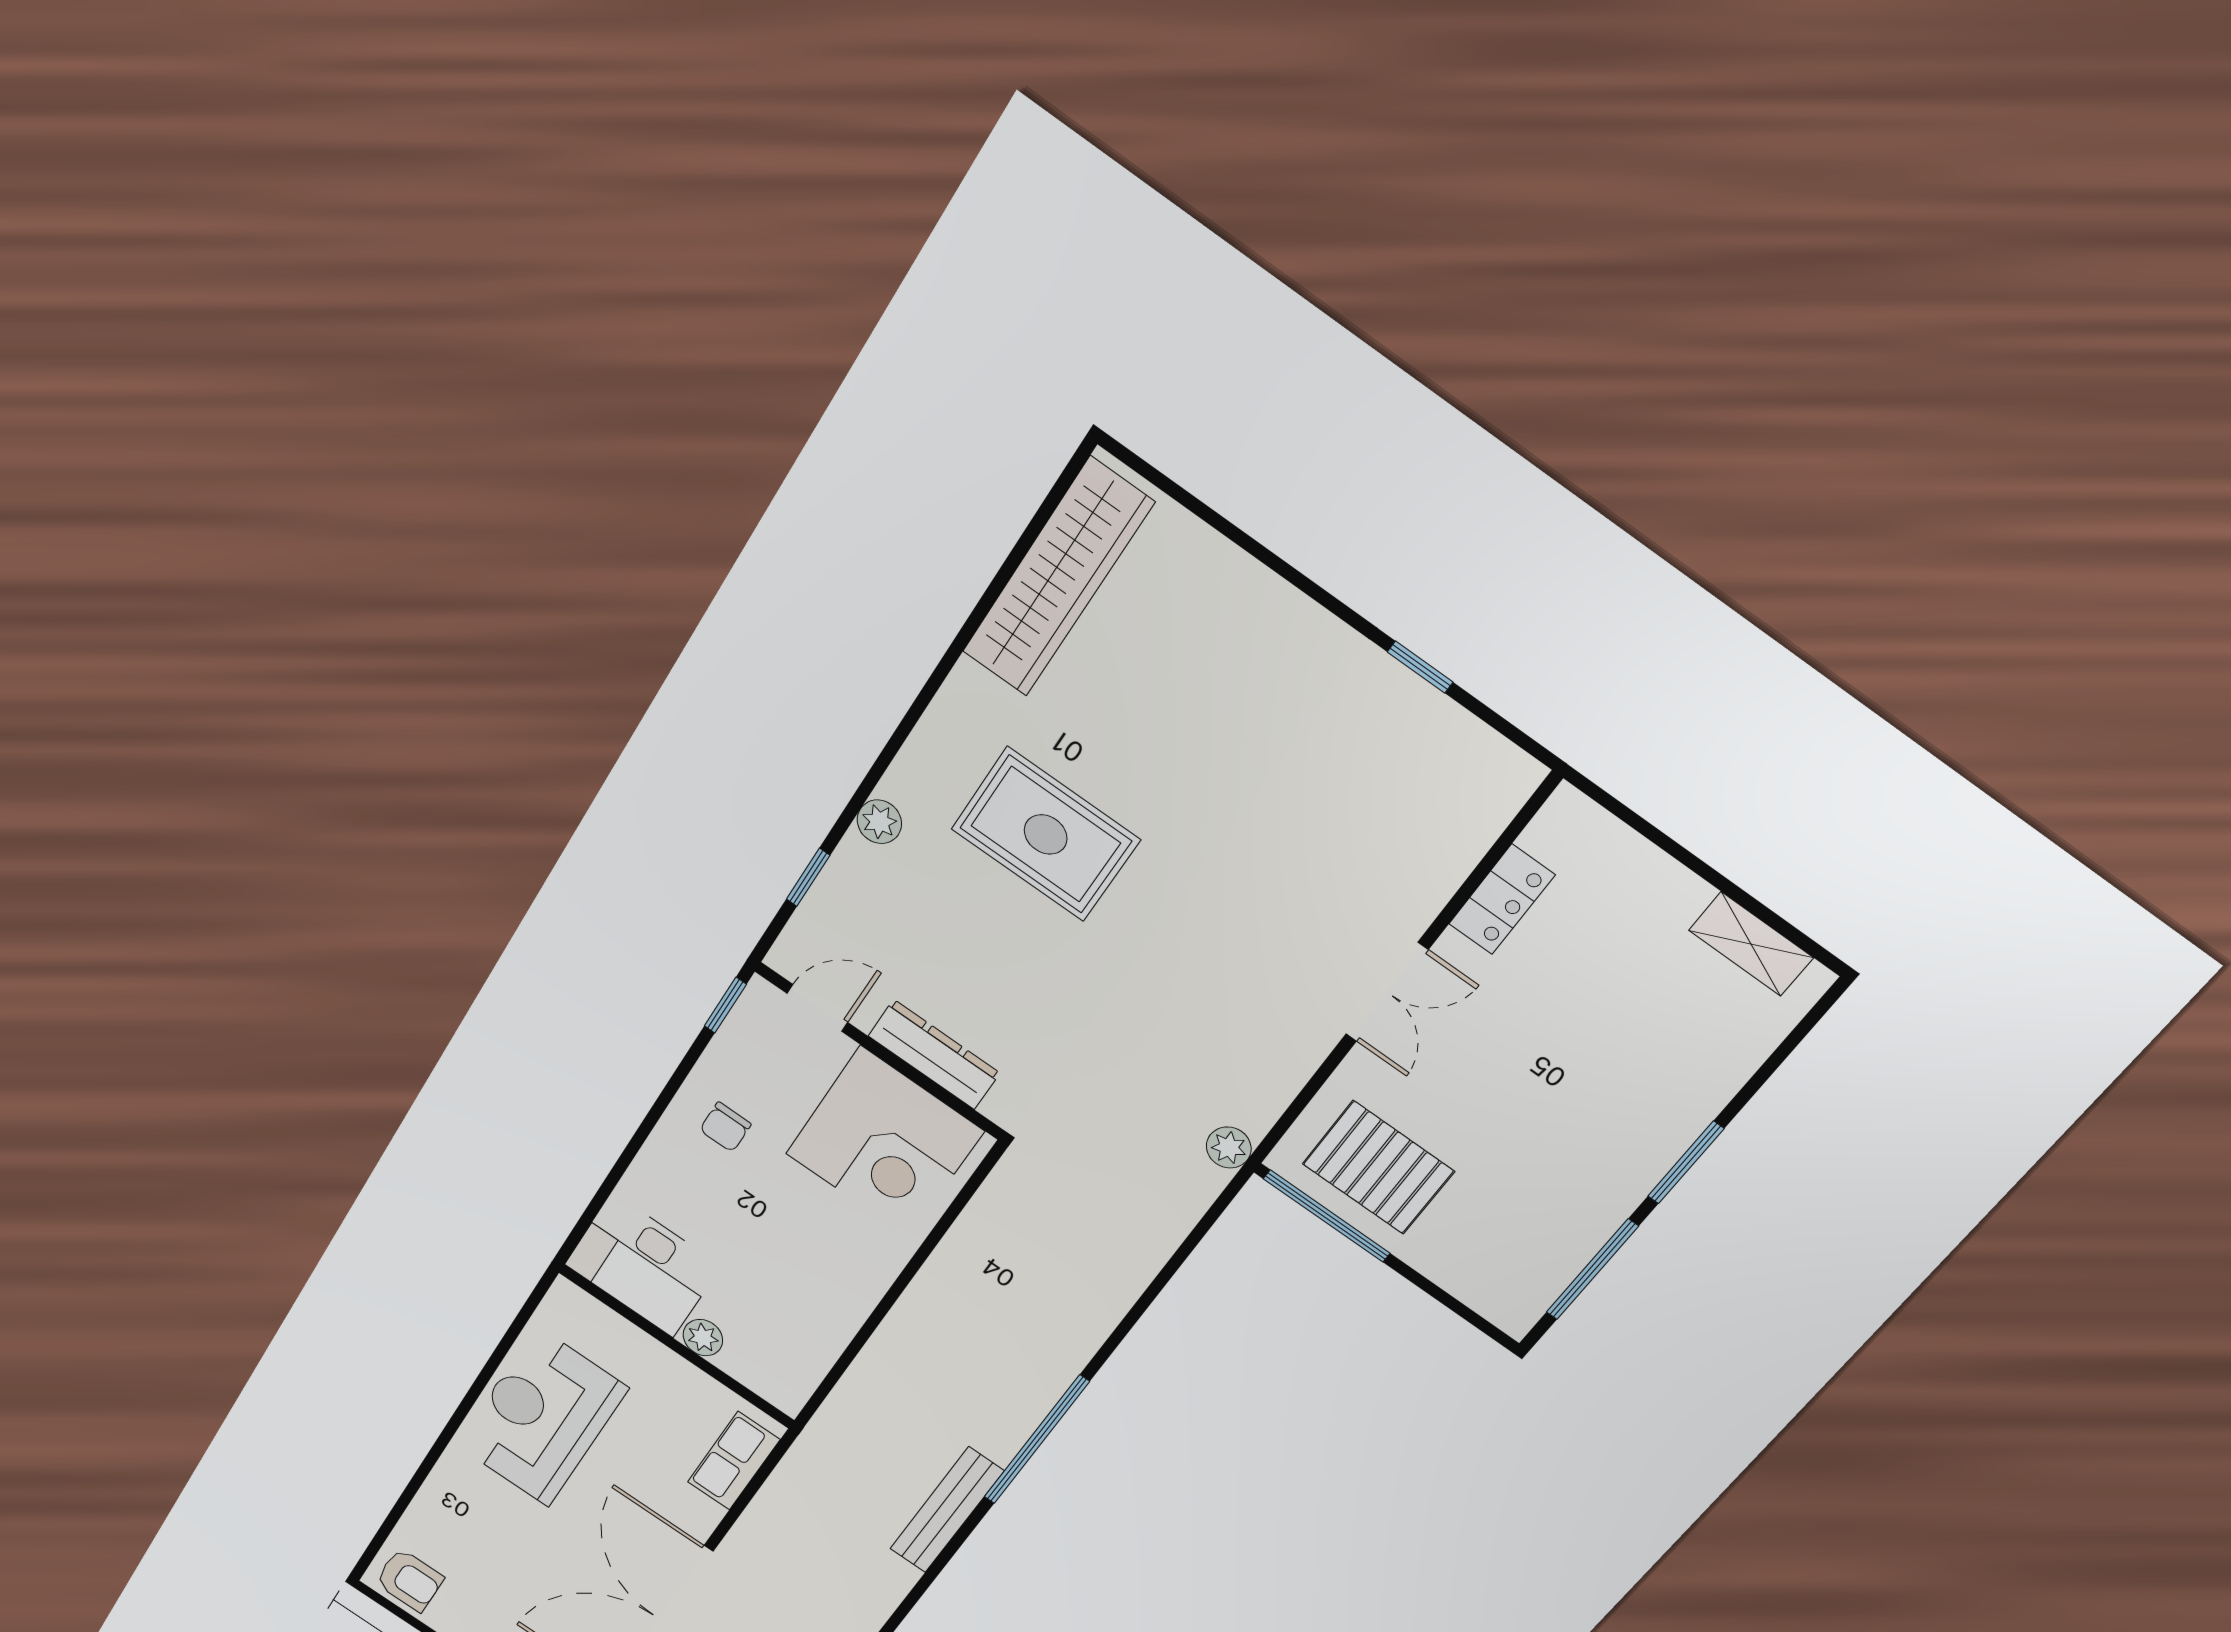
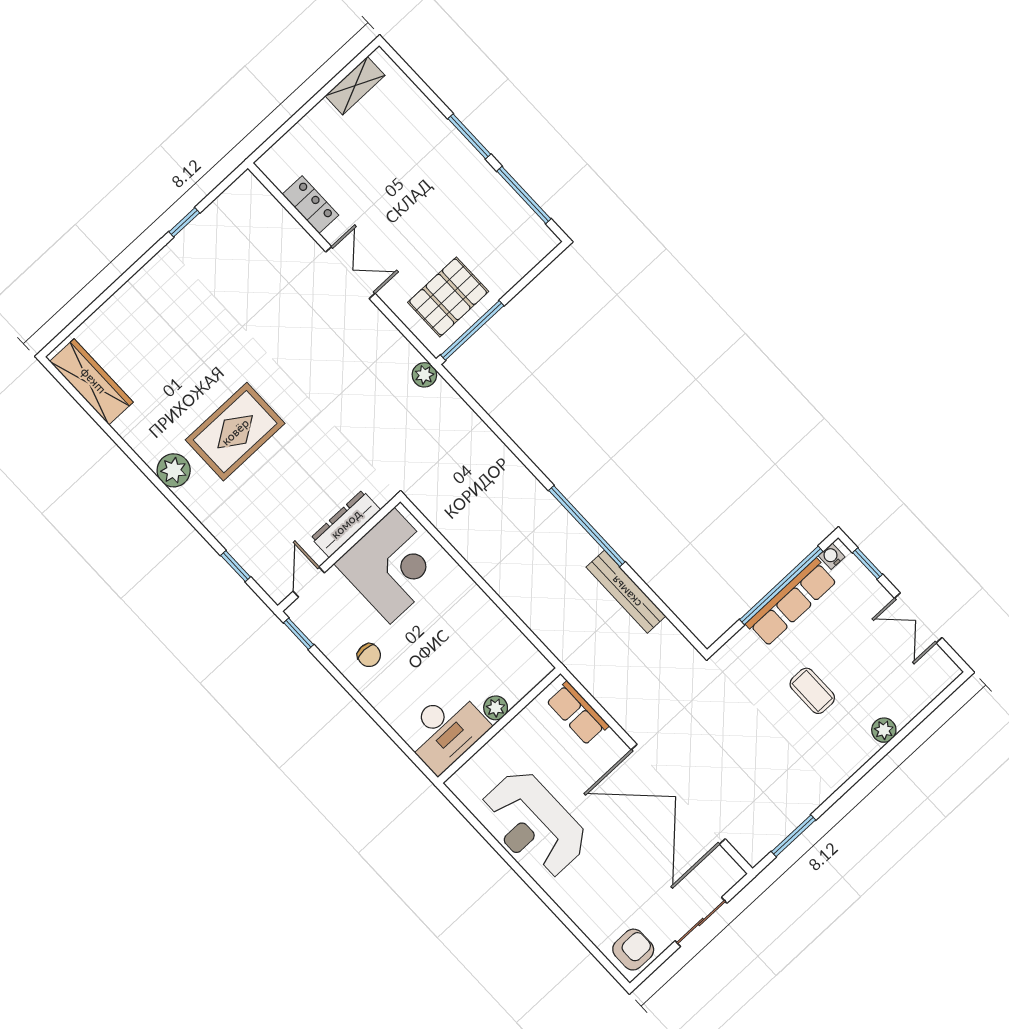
wardrobe: (1058, 578) -> (91, 382), width x0.71, depth x0.85
plant: (879, 822) -> (174, 470), moved, width x1.38, depth x1.38

